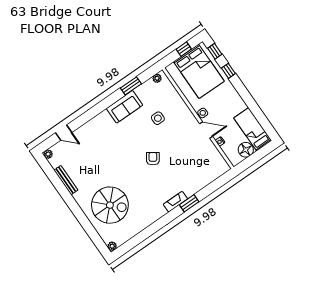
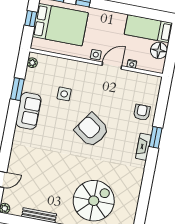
armchair: (153, 159) -> (92, 130), width x1.88, depth x1.88
armchair: (196, 179) -> (142, 112), added

